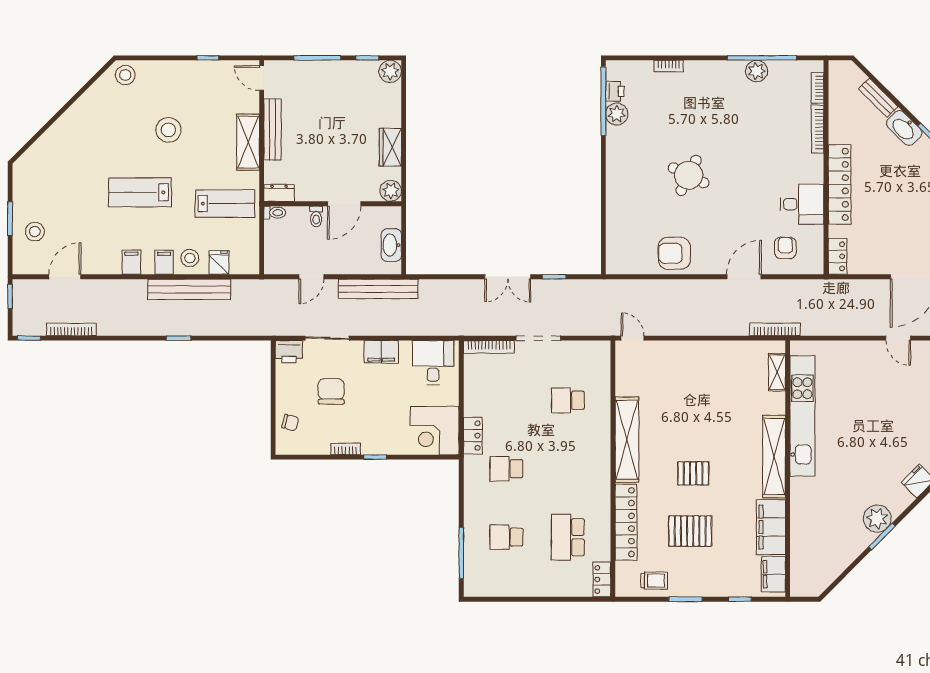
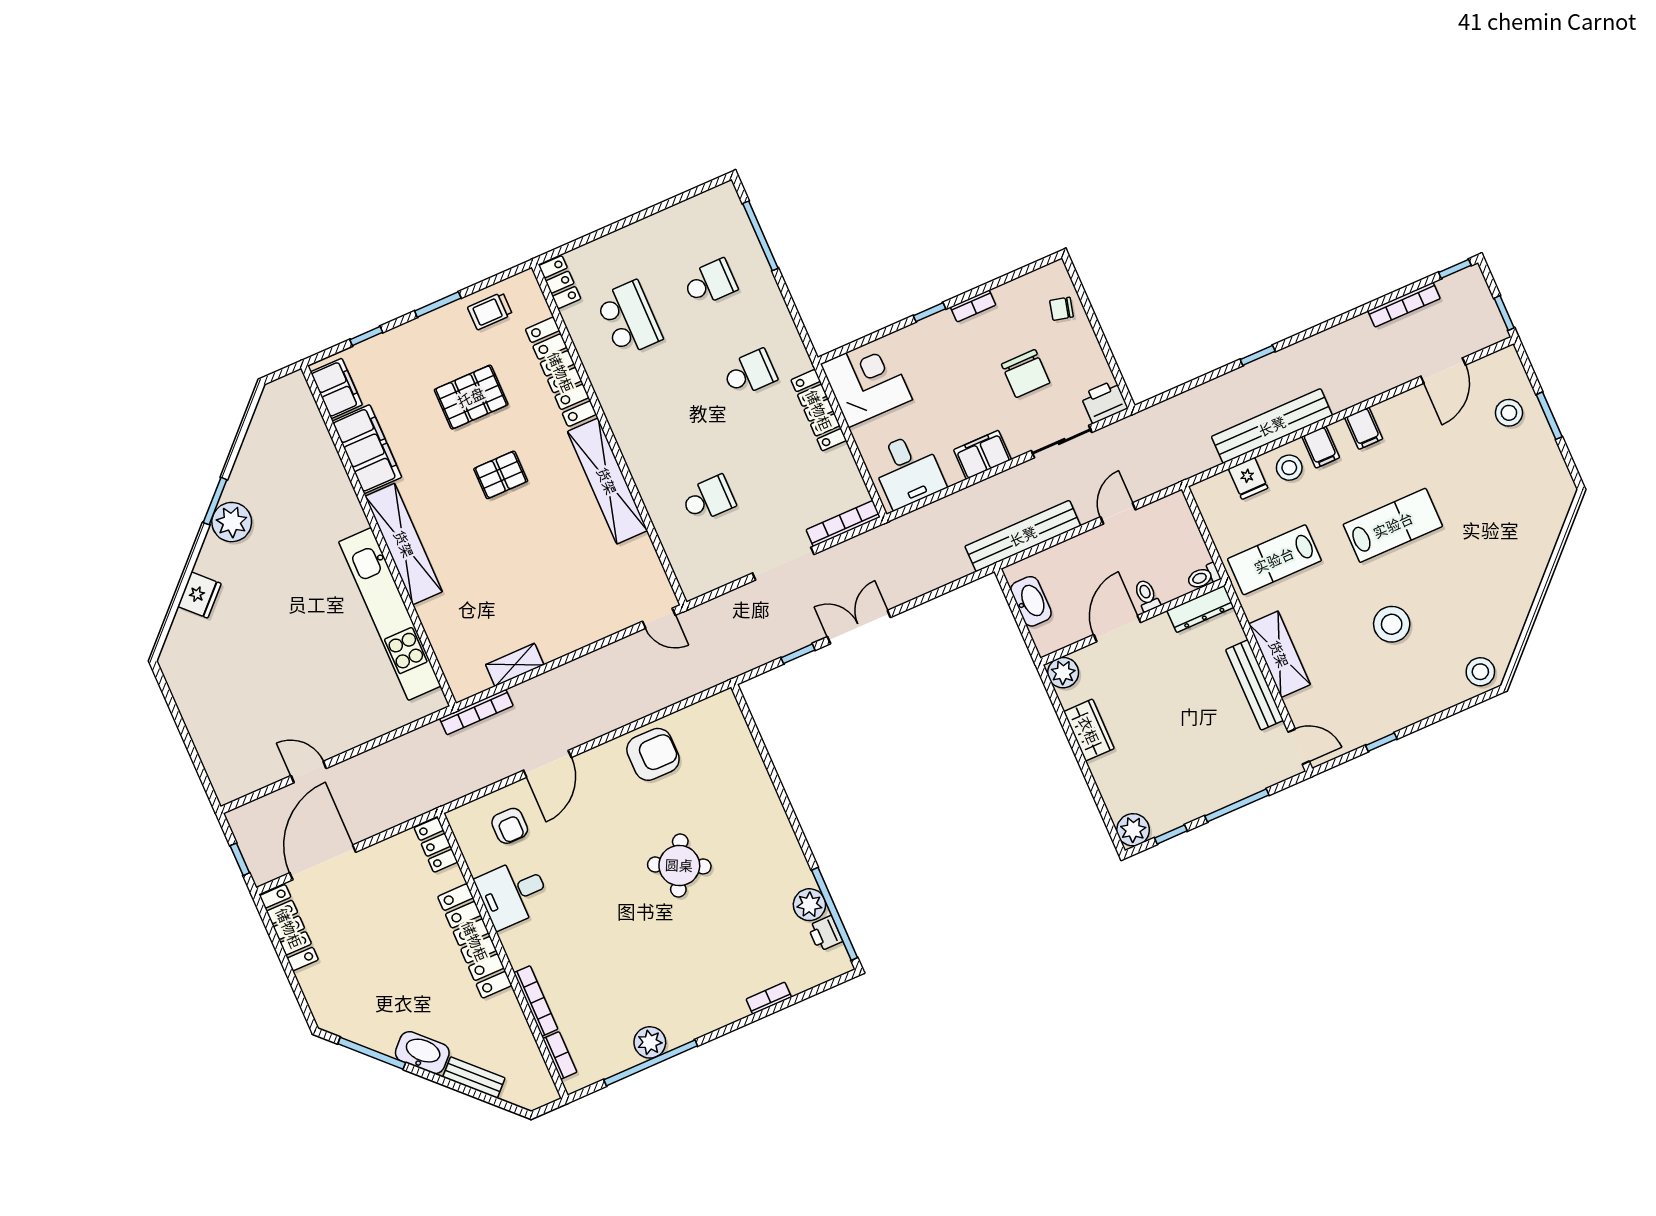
dresser: (279, 193) -> (1200, 609), width x1.44
shelving: (777, 372) -> (515, 665), moved, turned 90
locker: (473, 436) -> (819, 410), width x1.53

